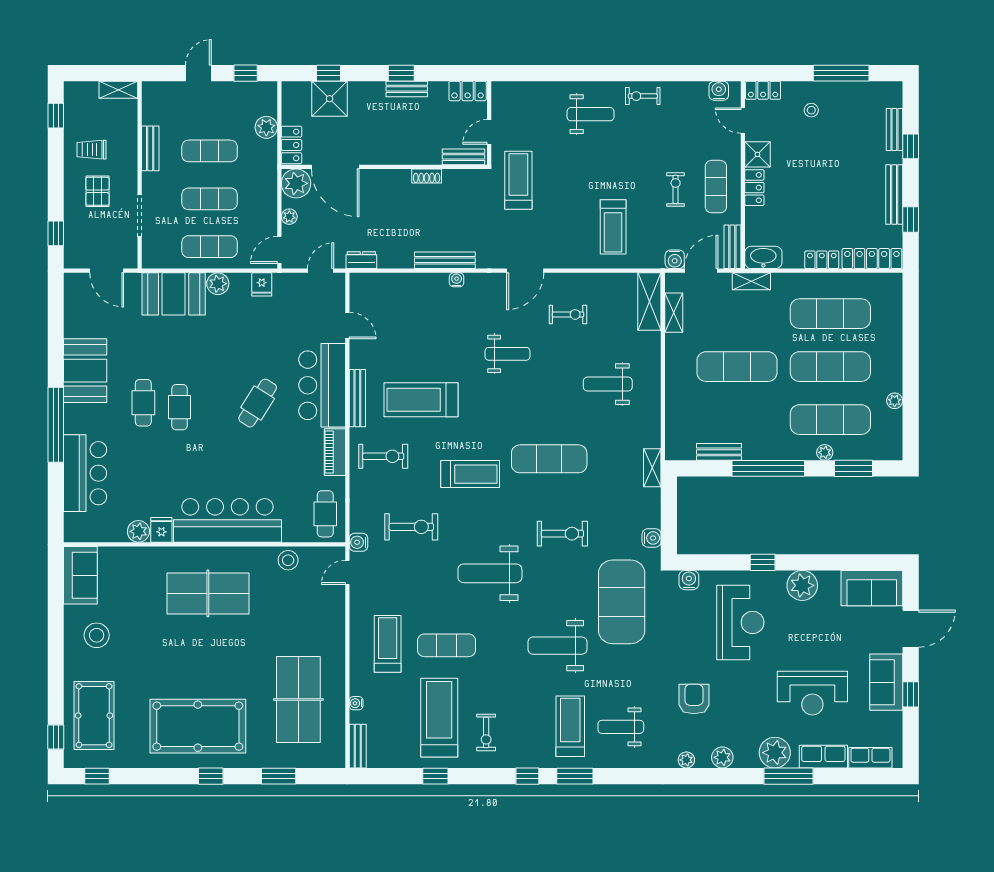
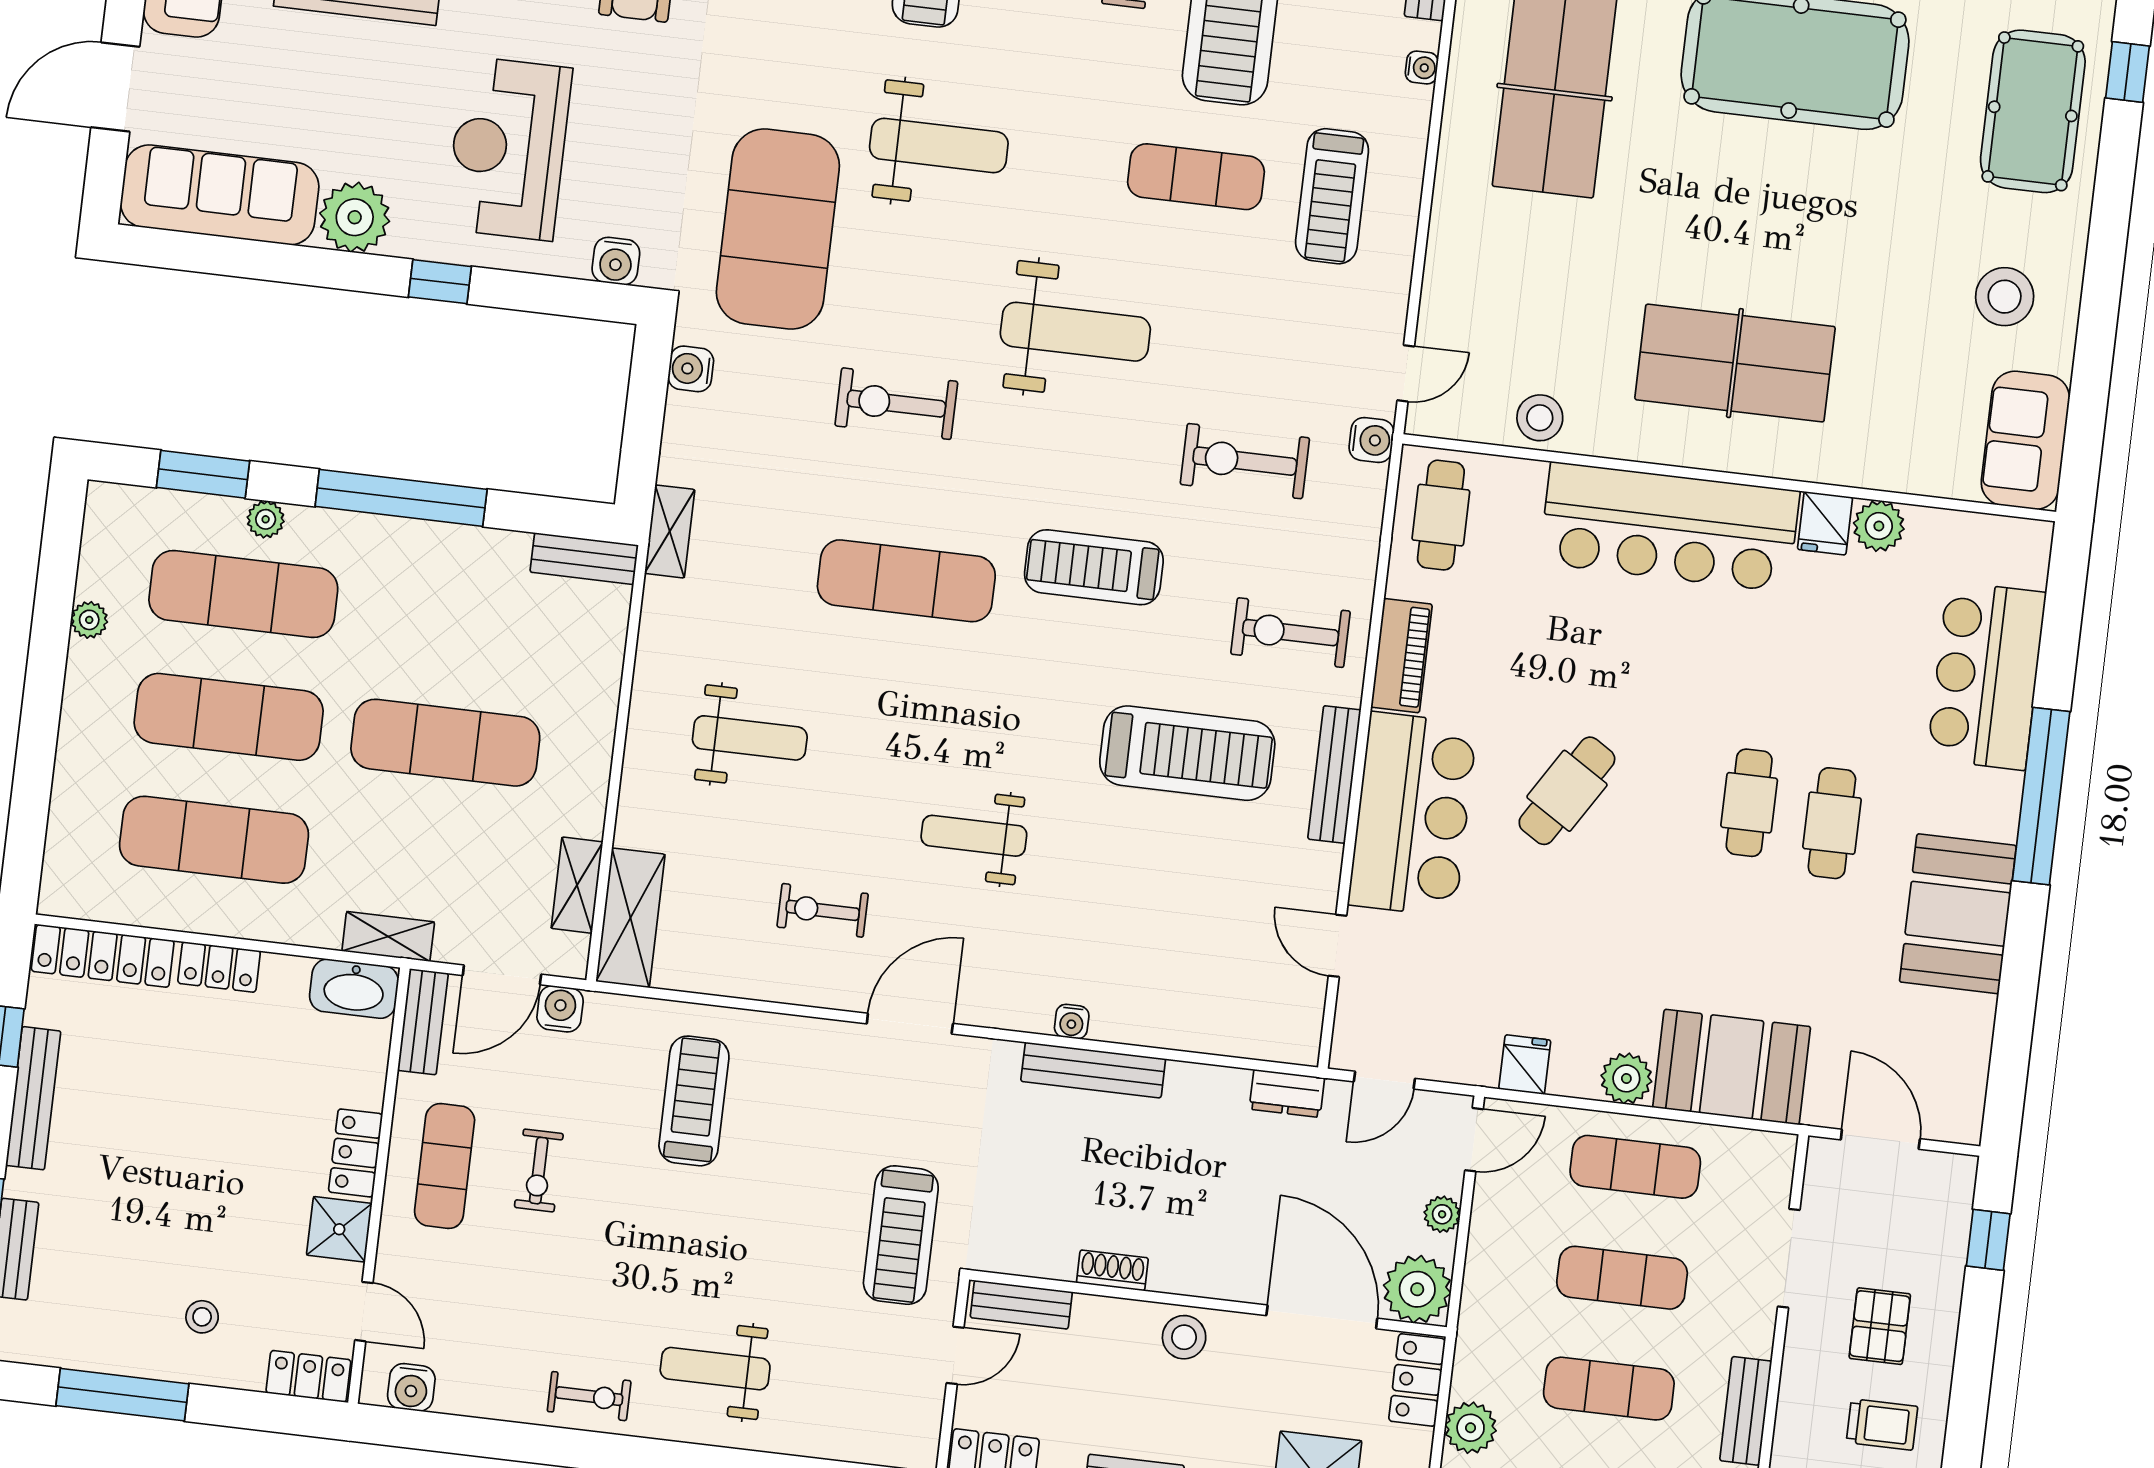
stool: (393, 151) -> (1184, 1337), added
bench: (719, 452) -> (584, 559), moved
sofa: (872, 588) -> (220, 195), width x1.36

